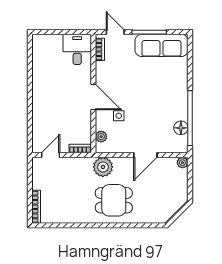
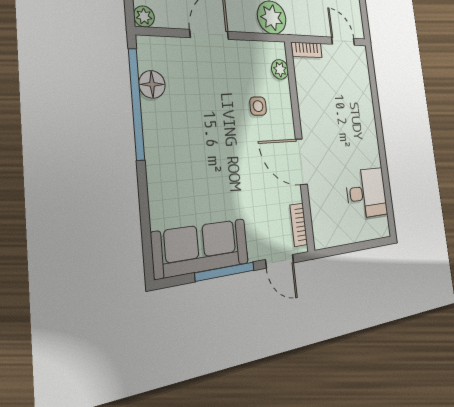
desk: (77, 49) -> (367, 193), moved, turned -90
door: (93, 97) -> (301, 162), moved
door: (51, 155) -> (343, 41), swing flipped

